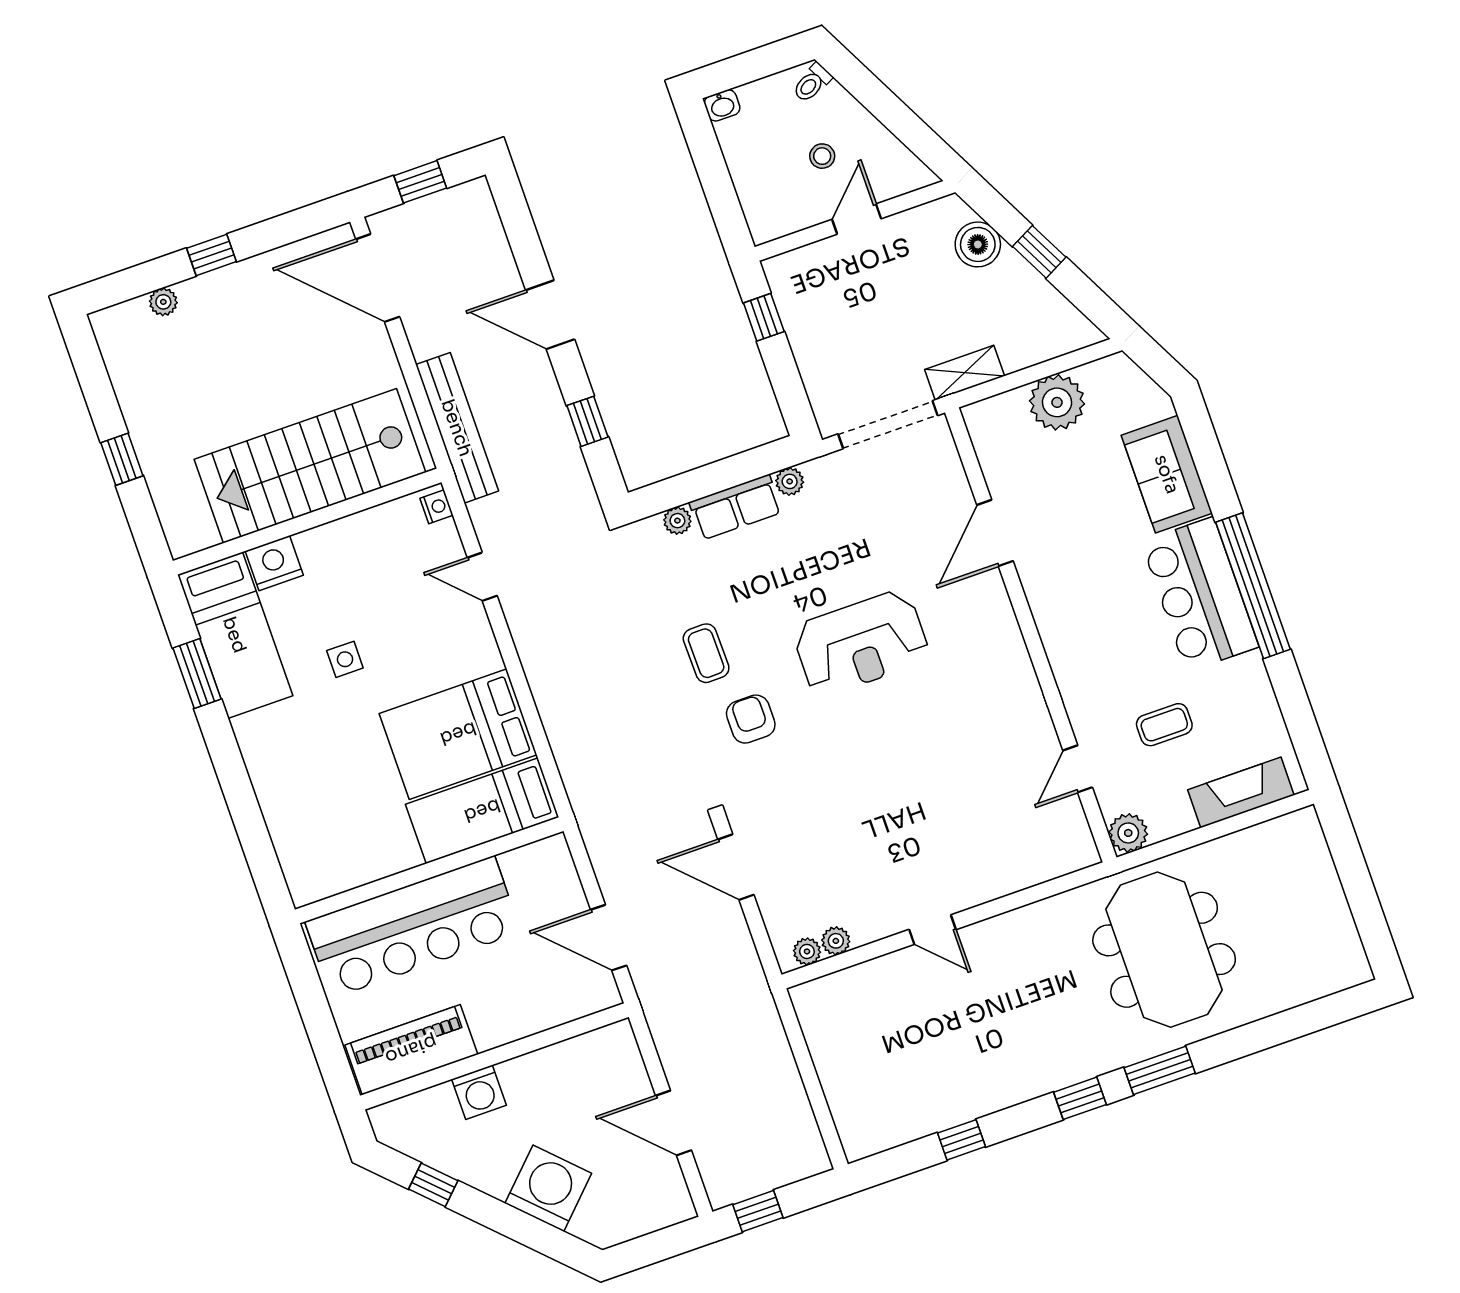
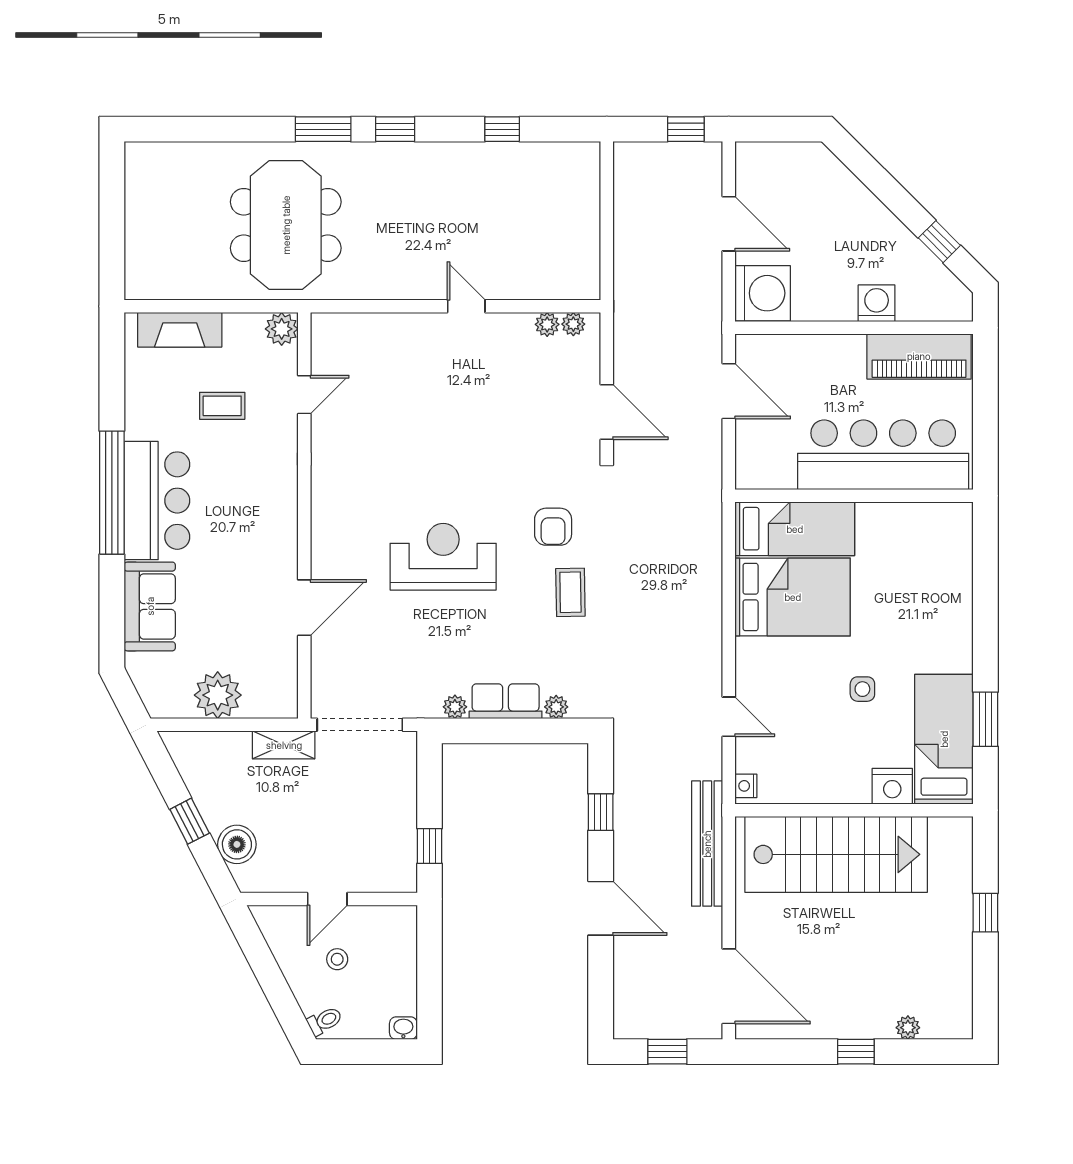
washing machine: (548, 1188) -> (763, 293), moved, turned -135

